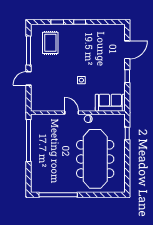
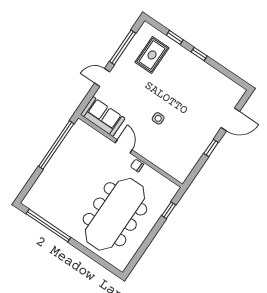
sofa: (110, 103) -> (103, 116), moved

